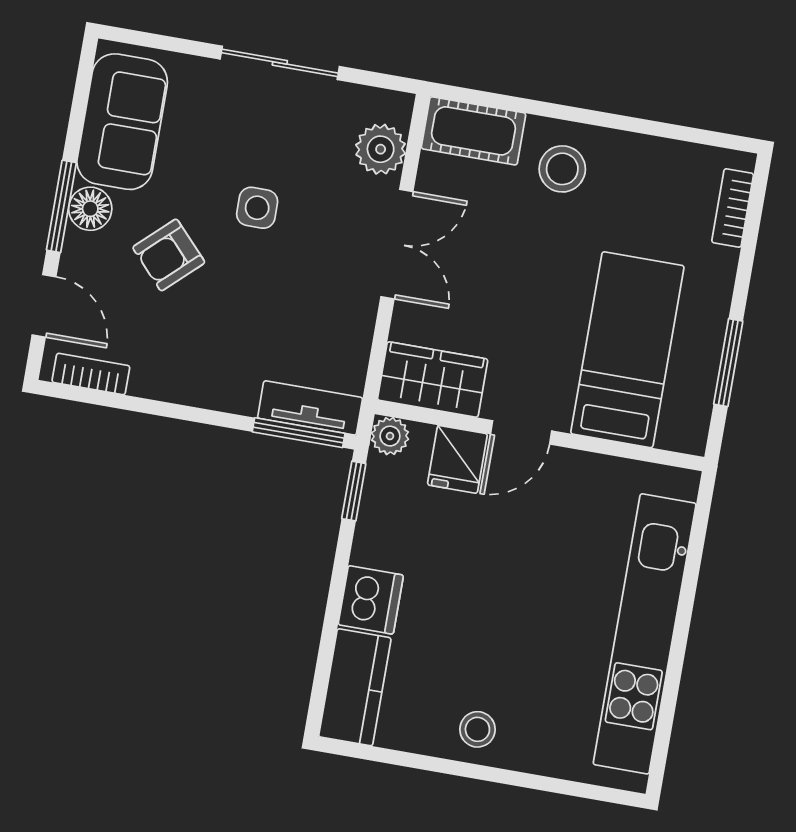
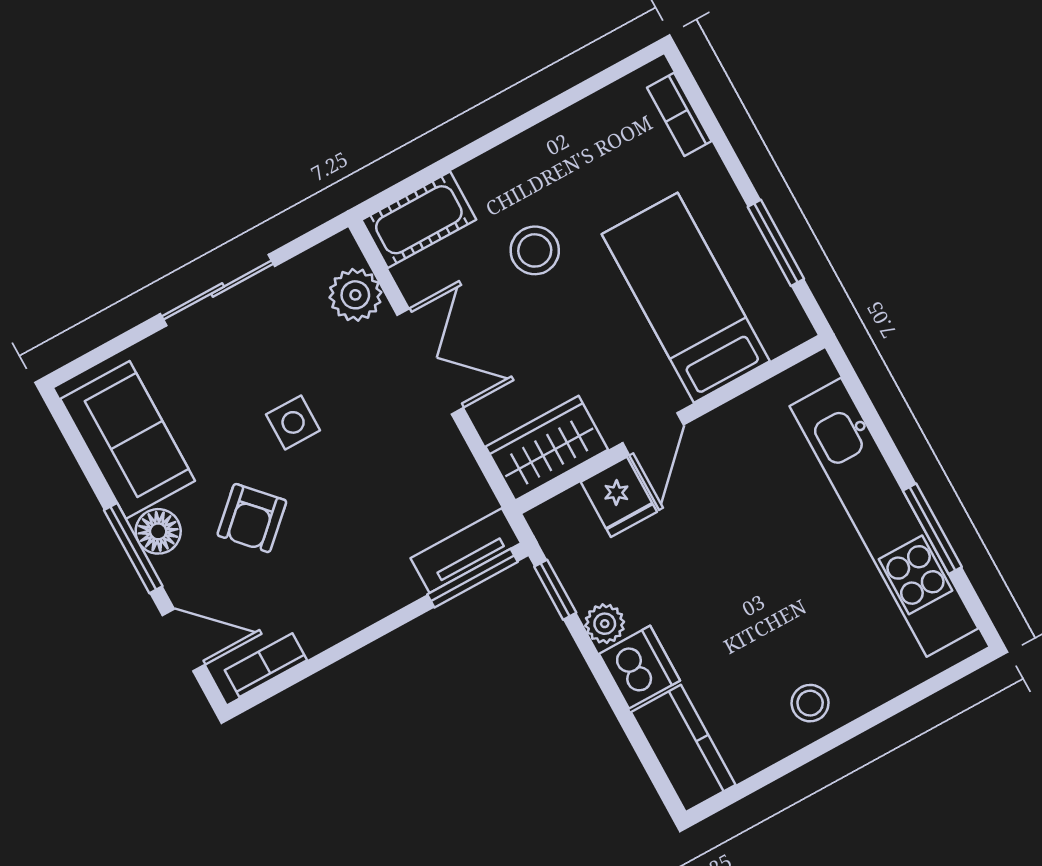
stool: (562, 169) -> (535, 250), moved
plant: (390, 436) -> (605, 624), moved
window: (674, 672) -> (932, 529), added

